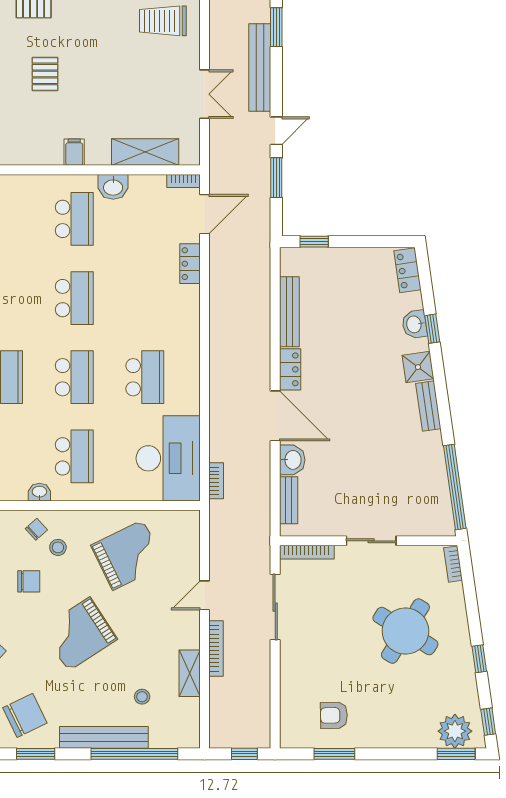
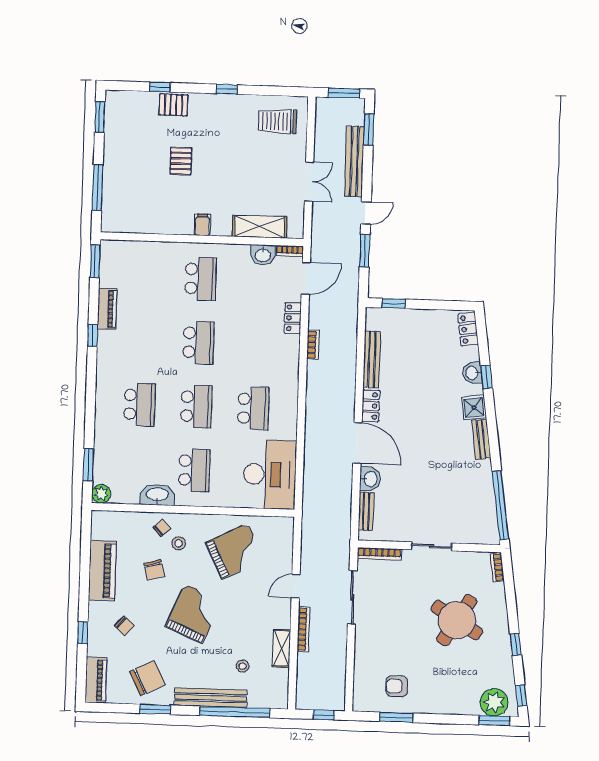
washbasin: (113, 187) -> (263, 255), moved
bookcase: (216, 481) -> (313, 345), moved
washbasin: (39, 492) -> (157, 495), width x1.91, depth x1.45
chair: (29, 581) -> (154, 570), turned 75
grand piano: (79, 634) -> (193, 614), turned 146

